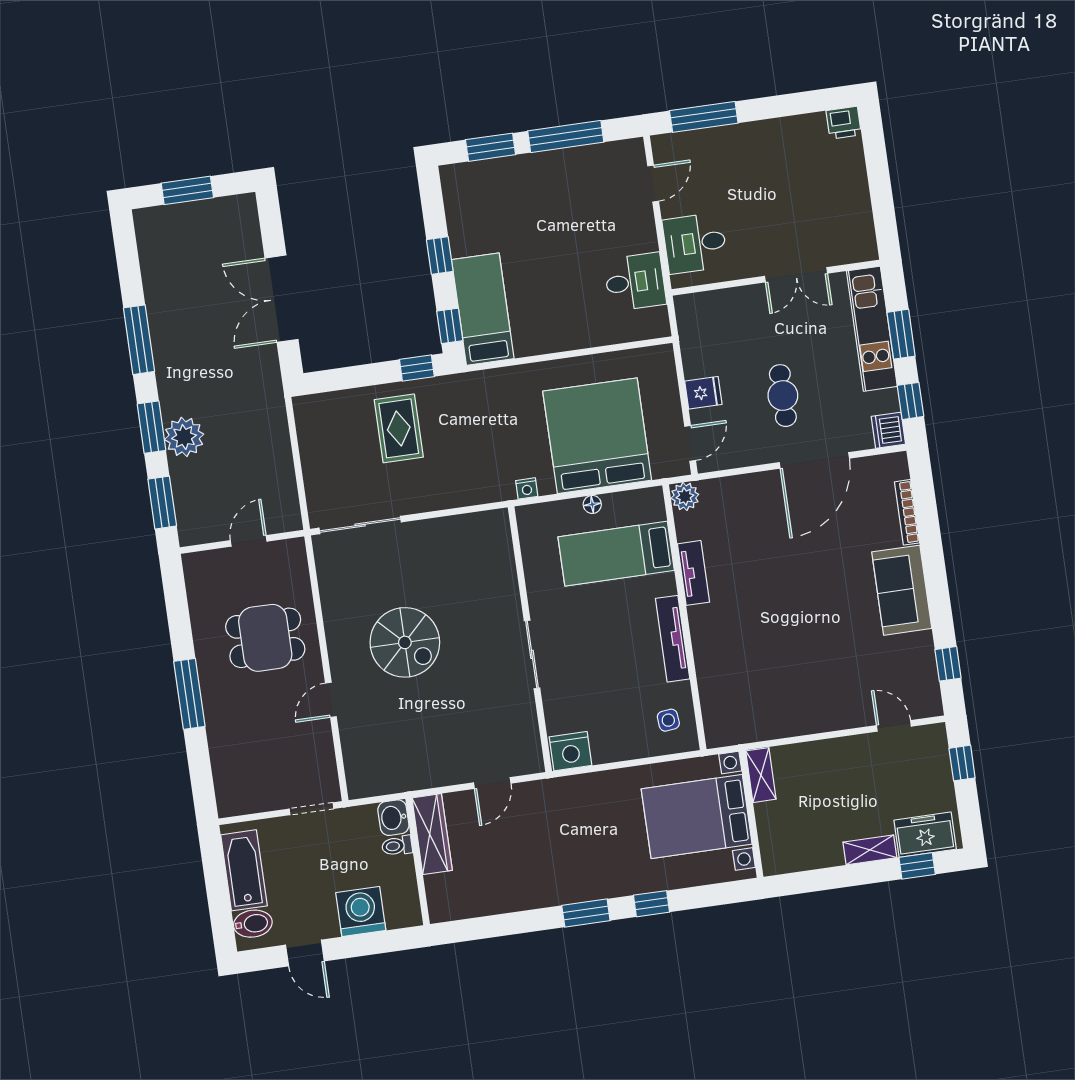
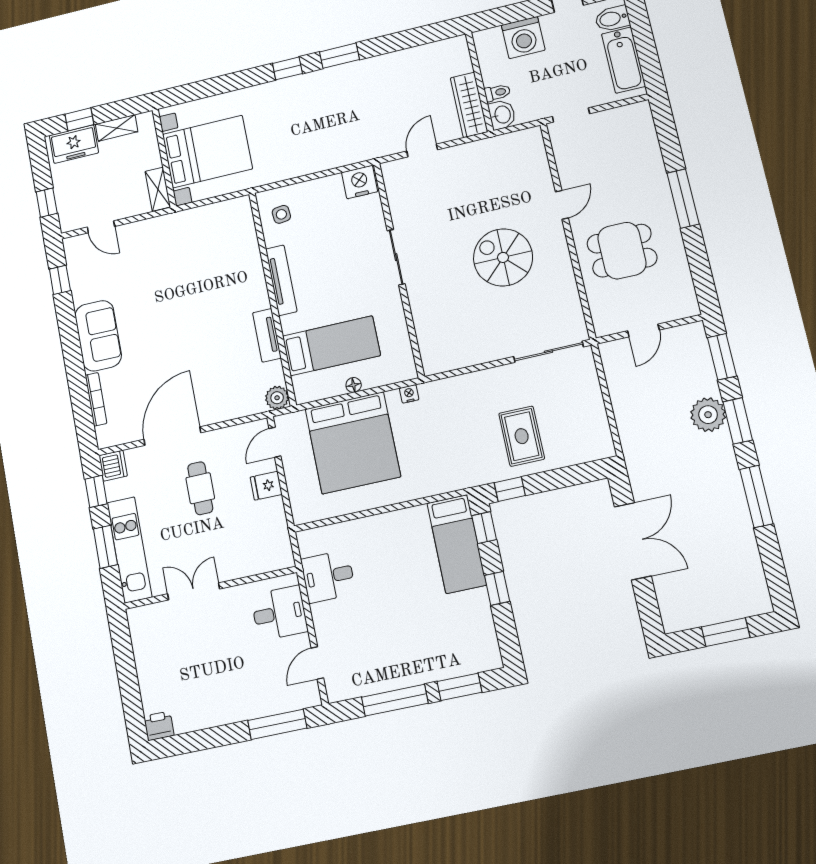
shelving: (761, 775) -> (158, 189), moved
wall: (751, 814) -> (164, 158), moved
bed with nightstands: (697, 817) -> (207, 152), moved

